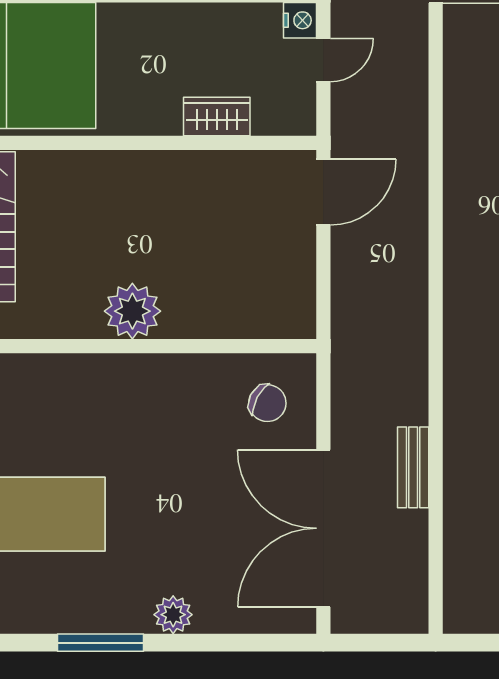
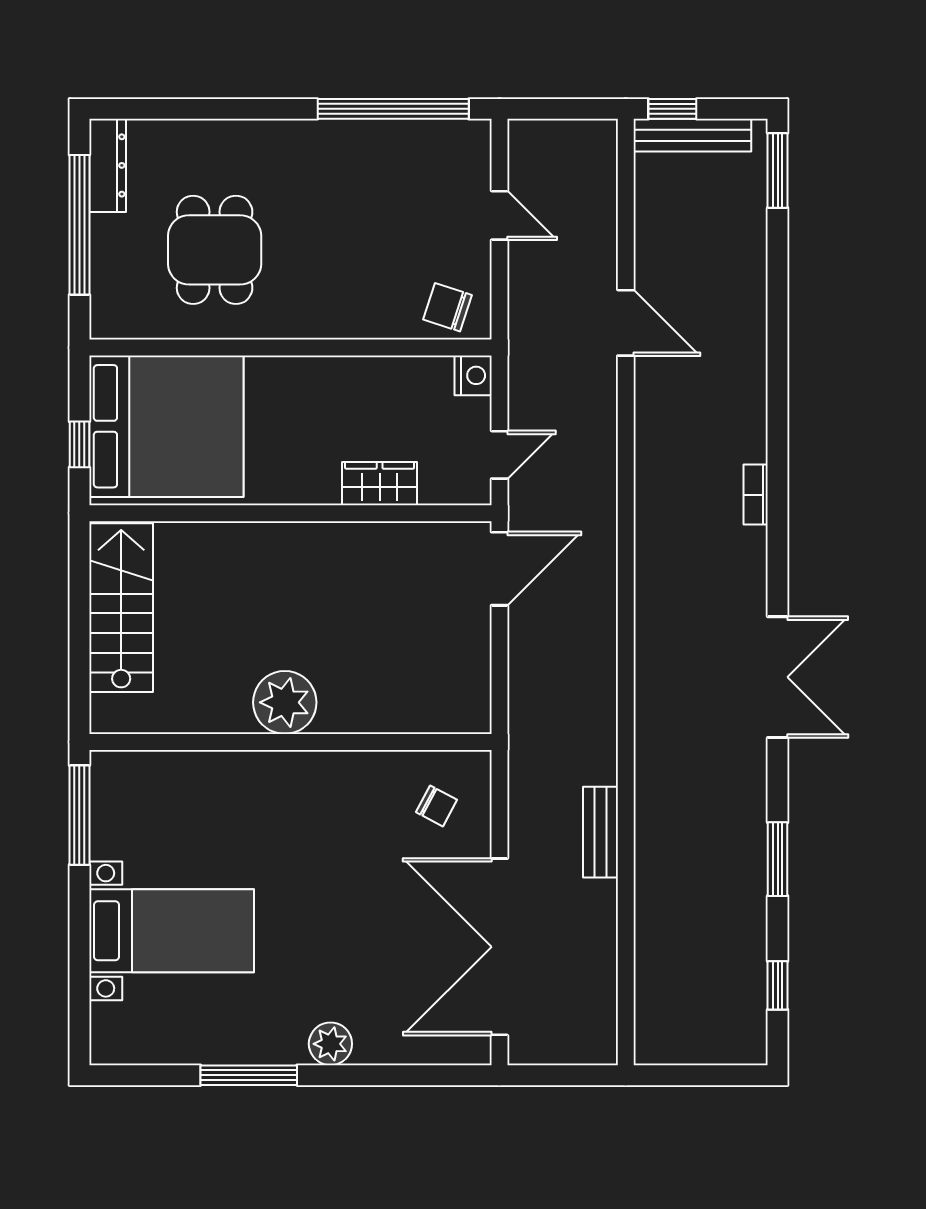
door: (323, 60) -> (499, 455), moved
chair: (267, 403) -> (436, 806), width x0.73, depth x0.73
bench: (413, 467) -> (600, 832), moved

